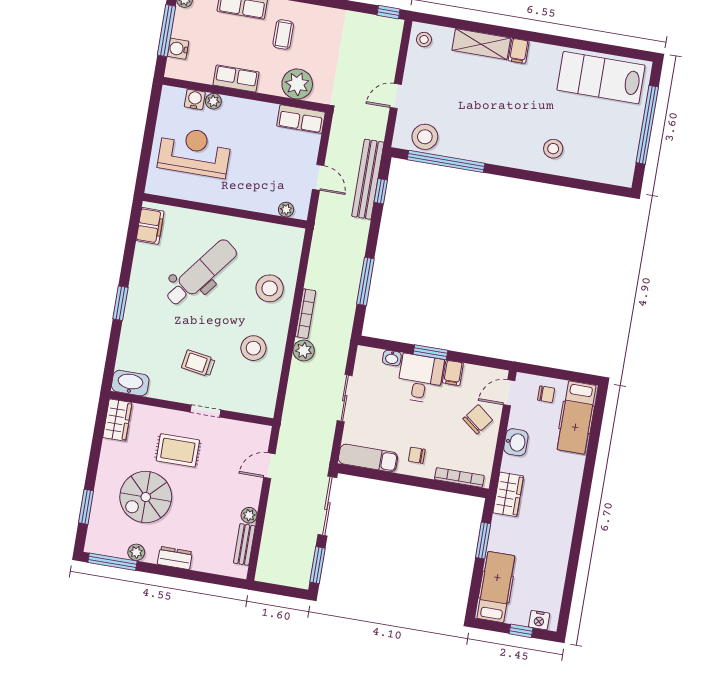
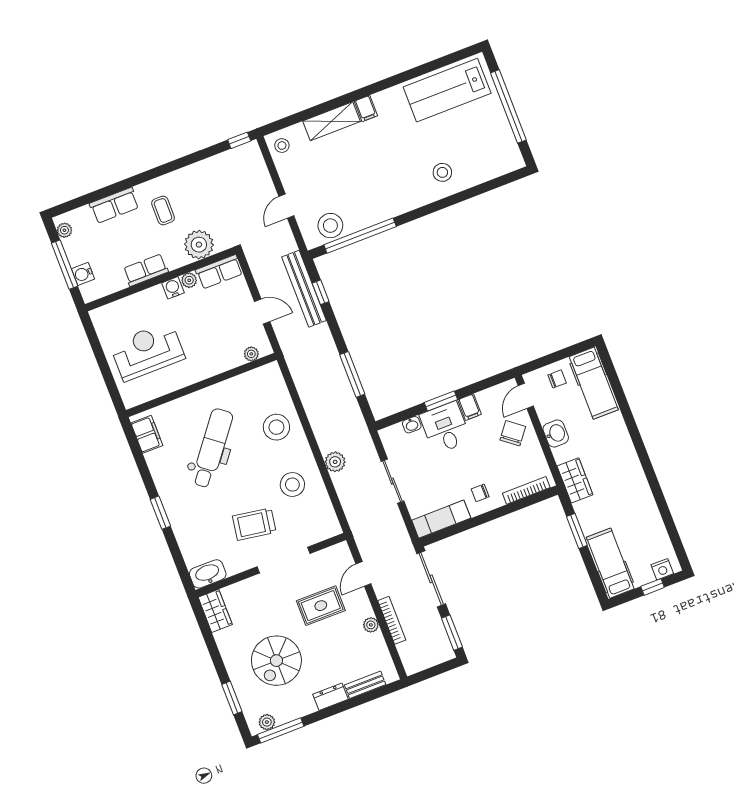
water cooler: (195, 99) -> (173, 288), moved
plant: (213, 101) -> (189, 280), moved
bookcase: (305, 314) -> (392, 620), moved
trolley: (198, 363) -> (254, 524), width x1.36, depth x1.39
doorway: (205, 411) -> (283, 560), width x1.88
rug: (178, 450) -> (321, 606), moved
bench: (244, 544) -> (365, 685), moved, turned 90
plant: (136, 552) -> (267, 722), moved

